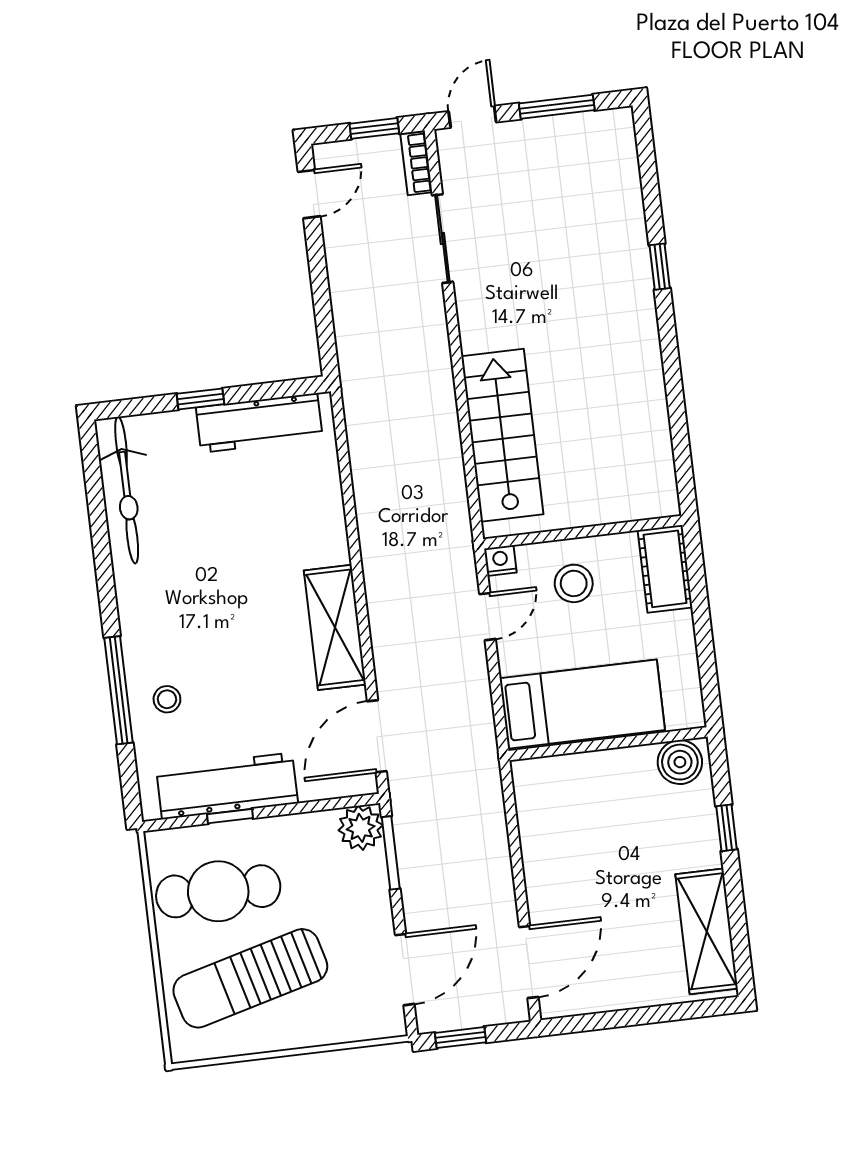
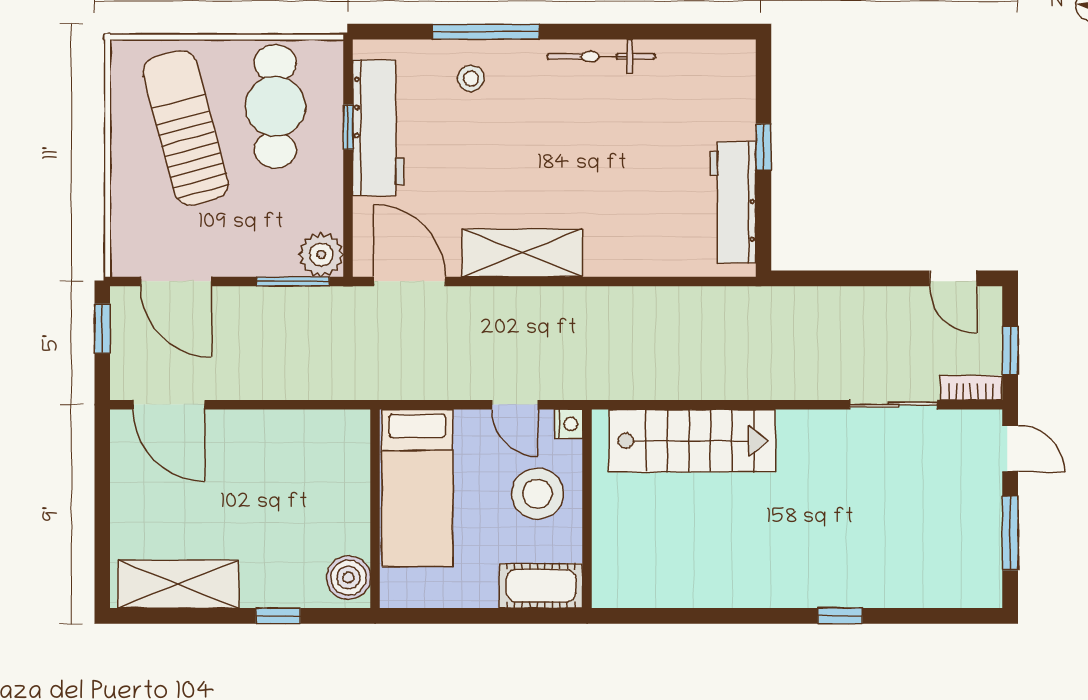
bicycle: (127, 490) -> (601, 56), moved, width x0.73, depth x0.71
stool: (574, 583) -> (537, 494), width x1.38, depth x1.38

